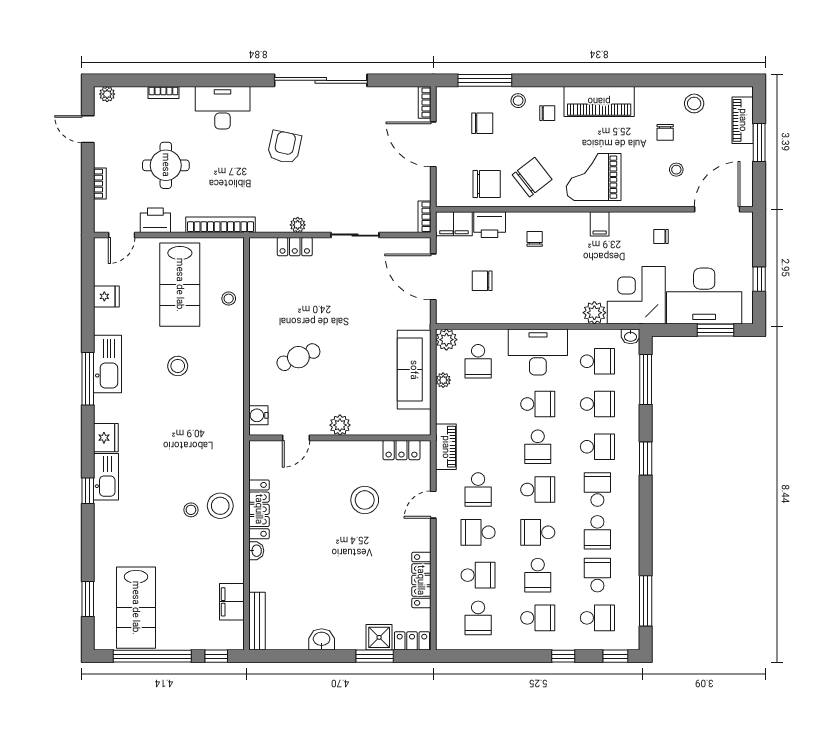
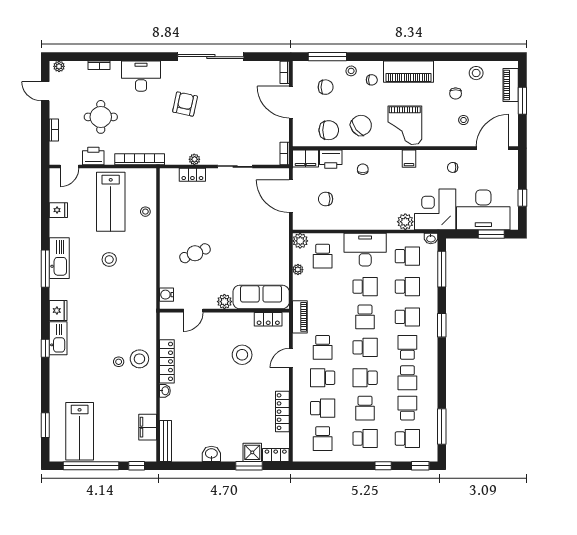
grand piano: (594, 177) -> (405, 125), turned -90
sofa: (414, 370) -> (261, 297), moved, turned 90

